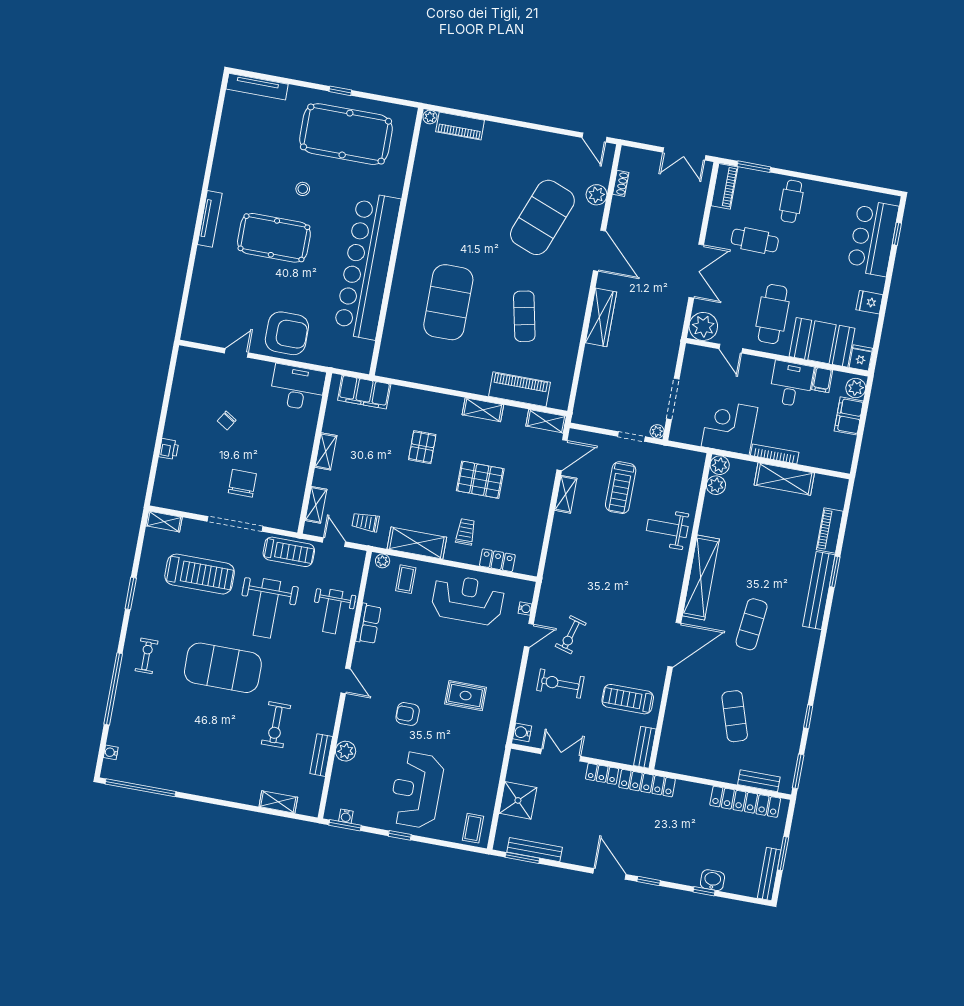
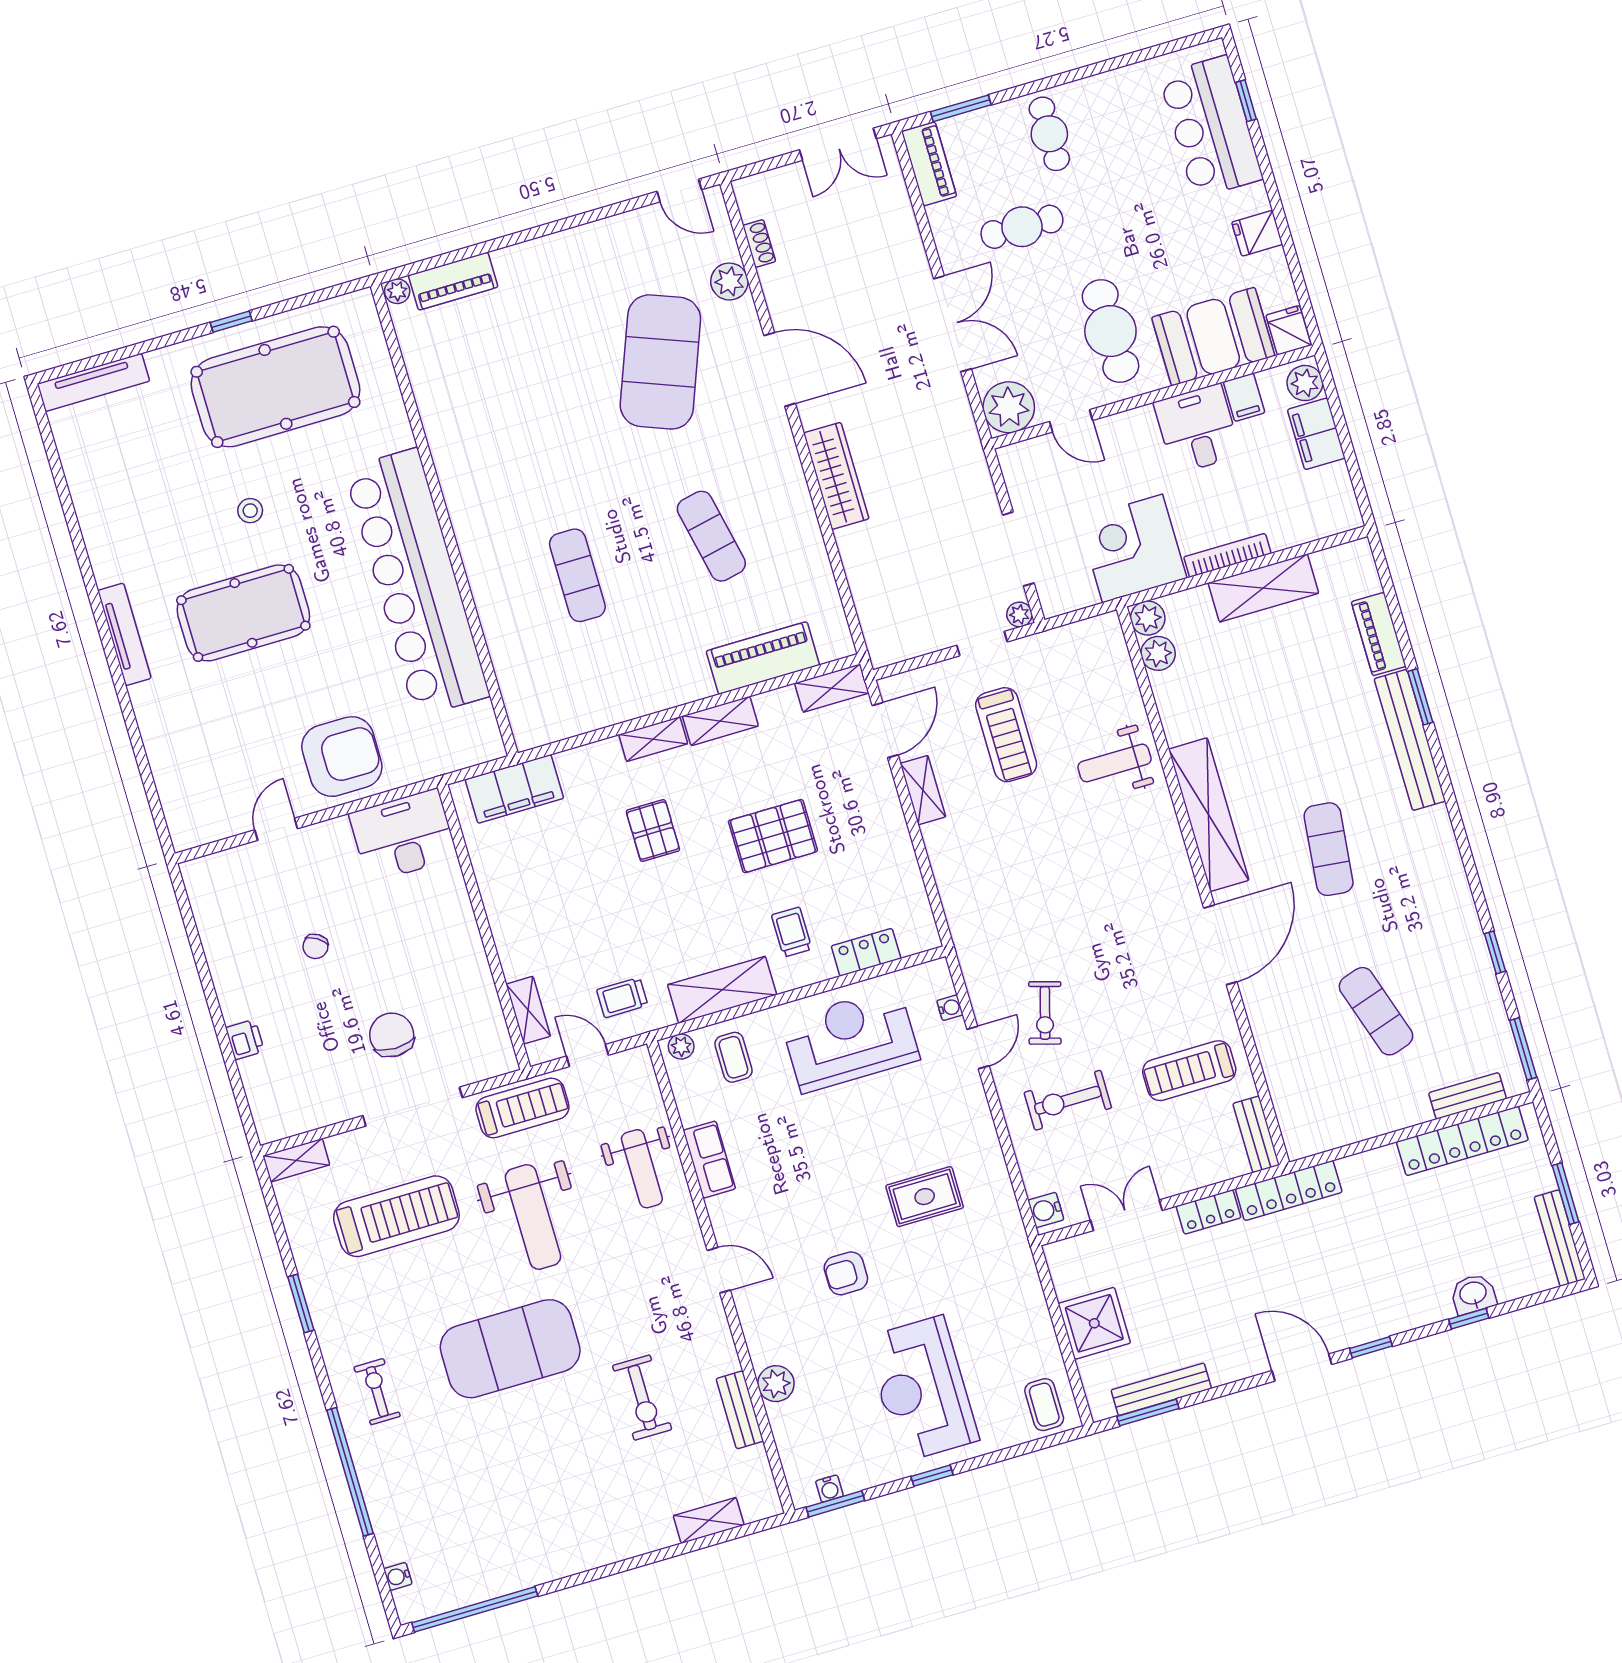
exercise mat: (448, 302) -> (577, 575), width x0.50, depth x0.69
shelving: (326, 451) -> (653, 739), moved, turned 90

